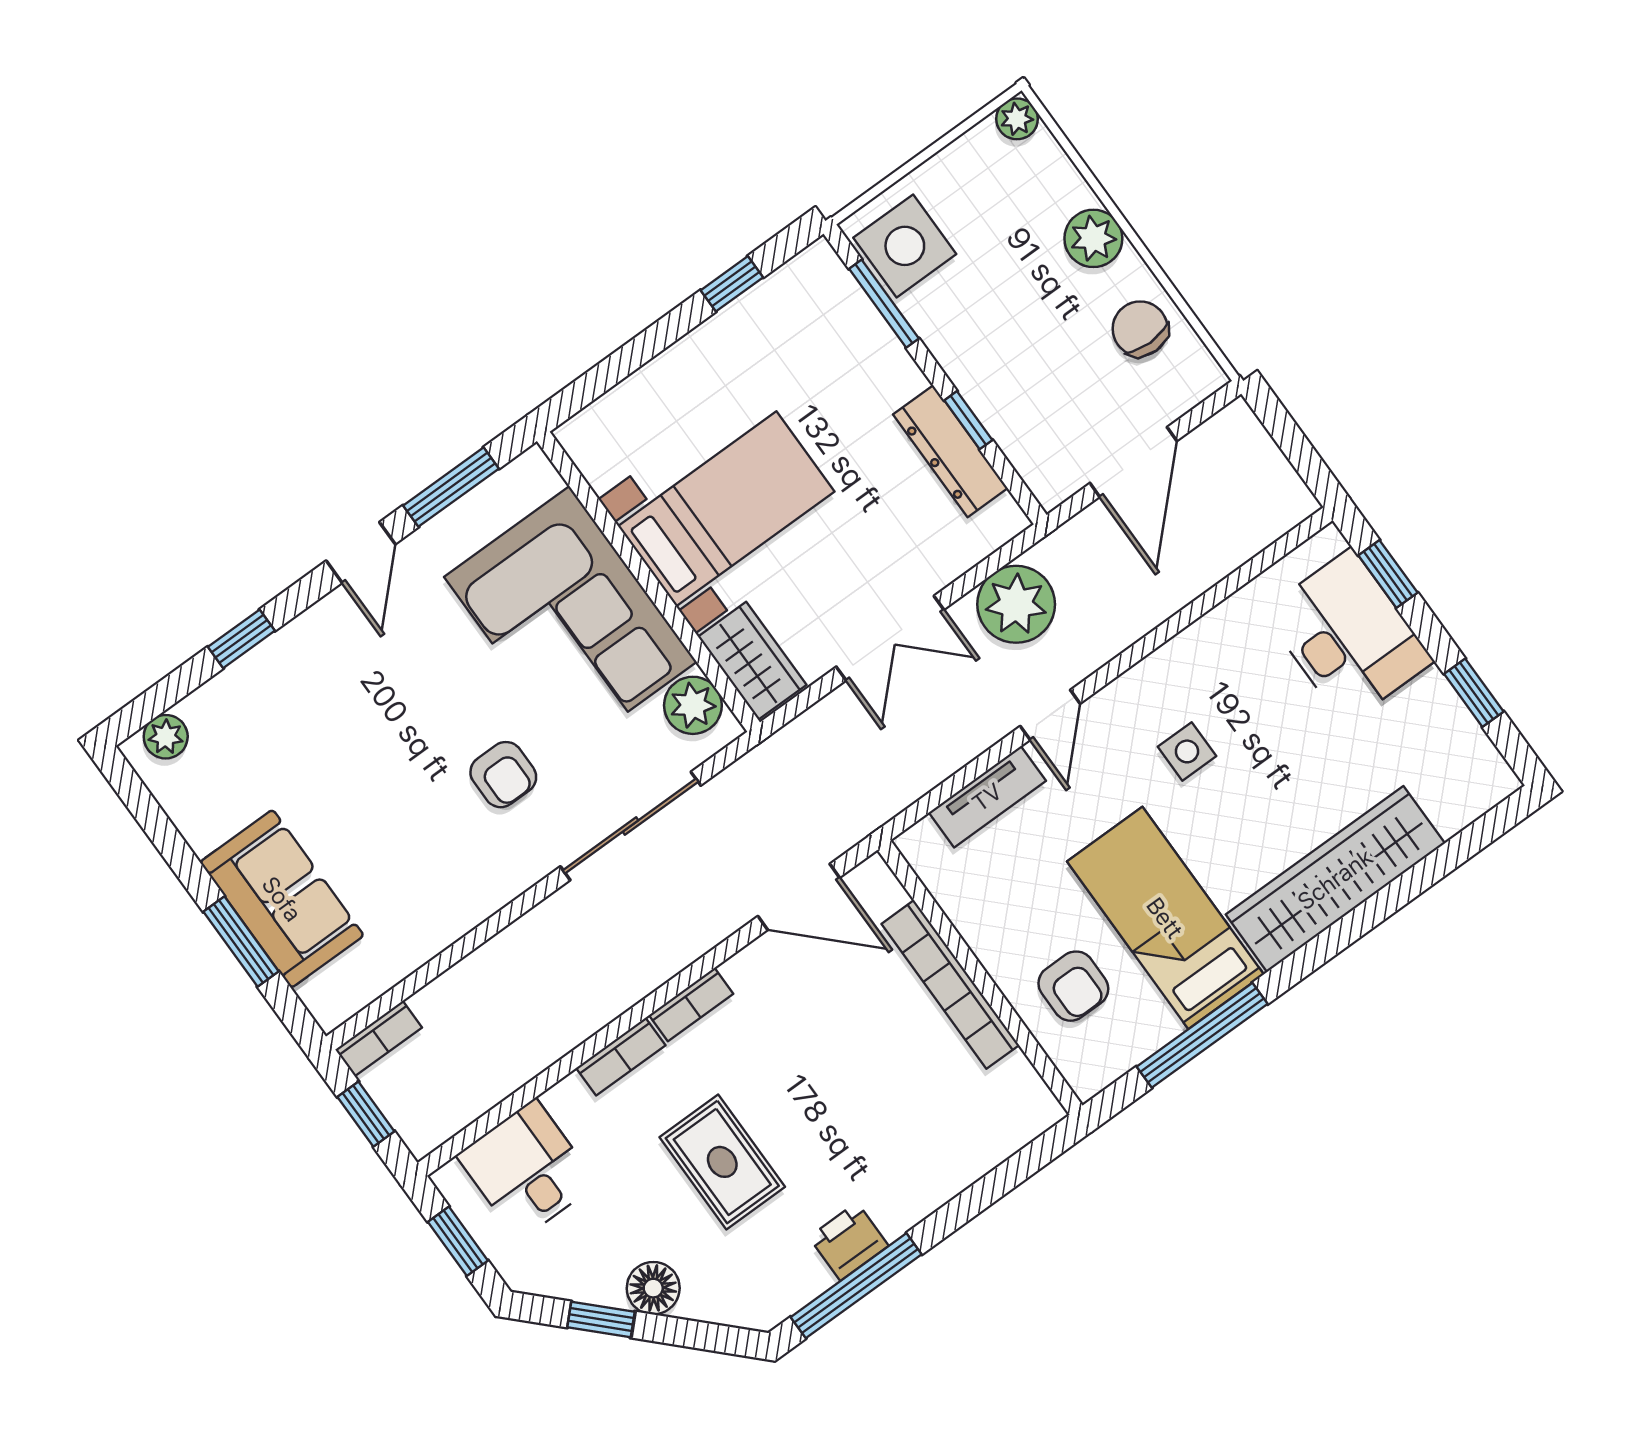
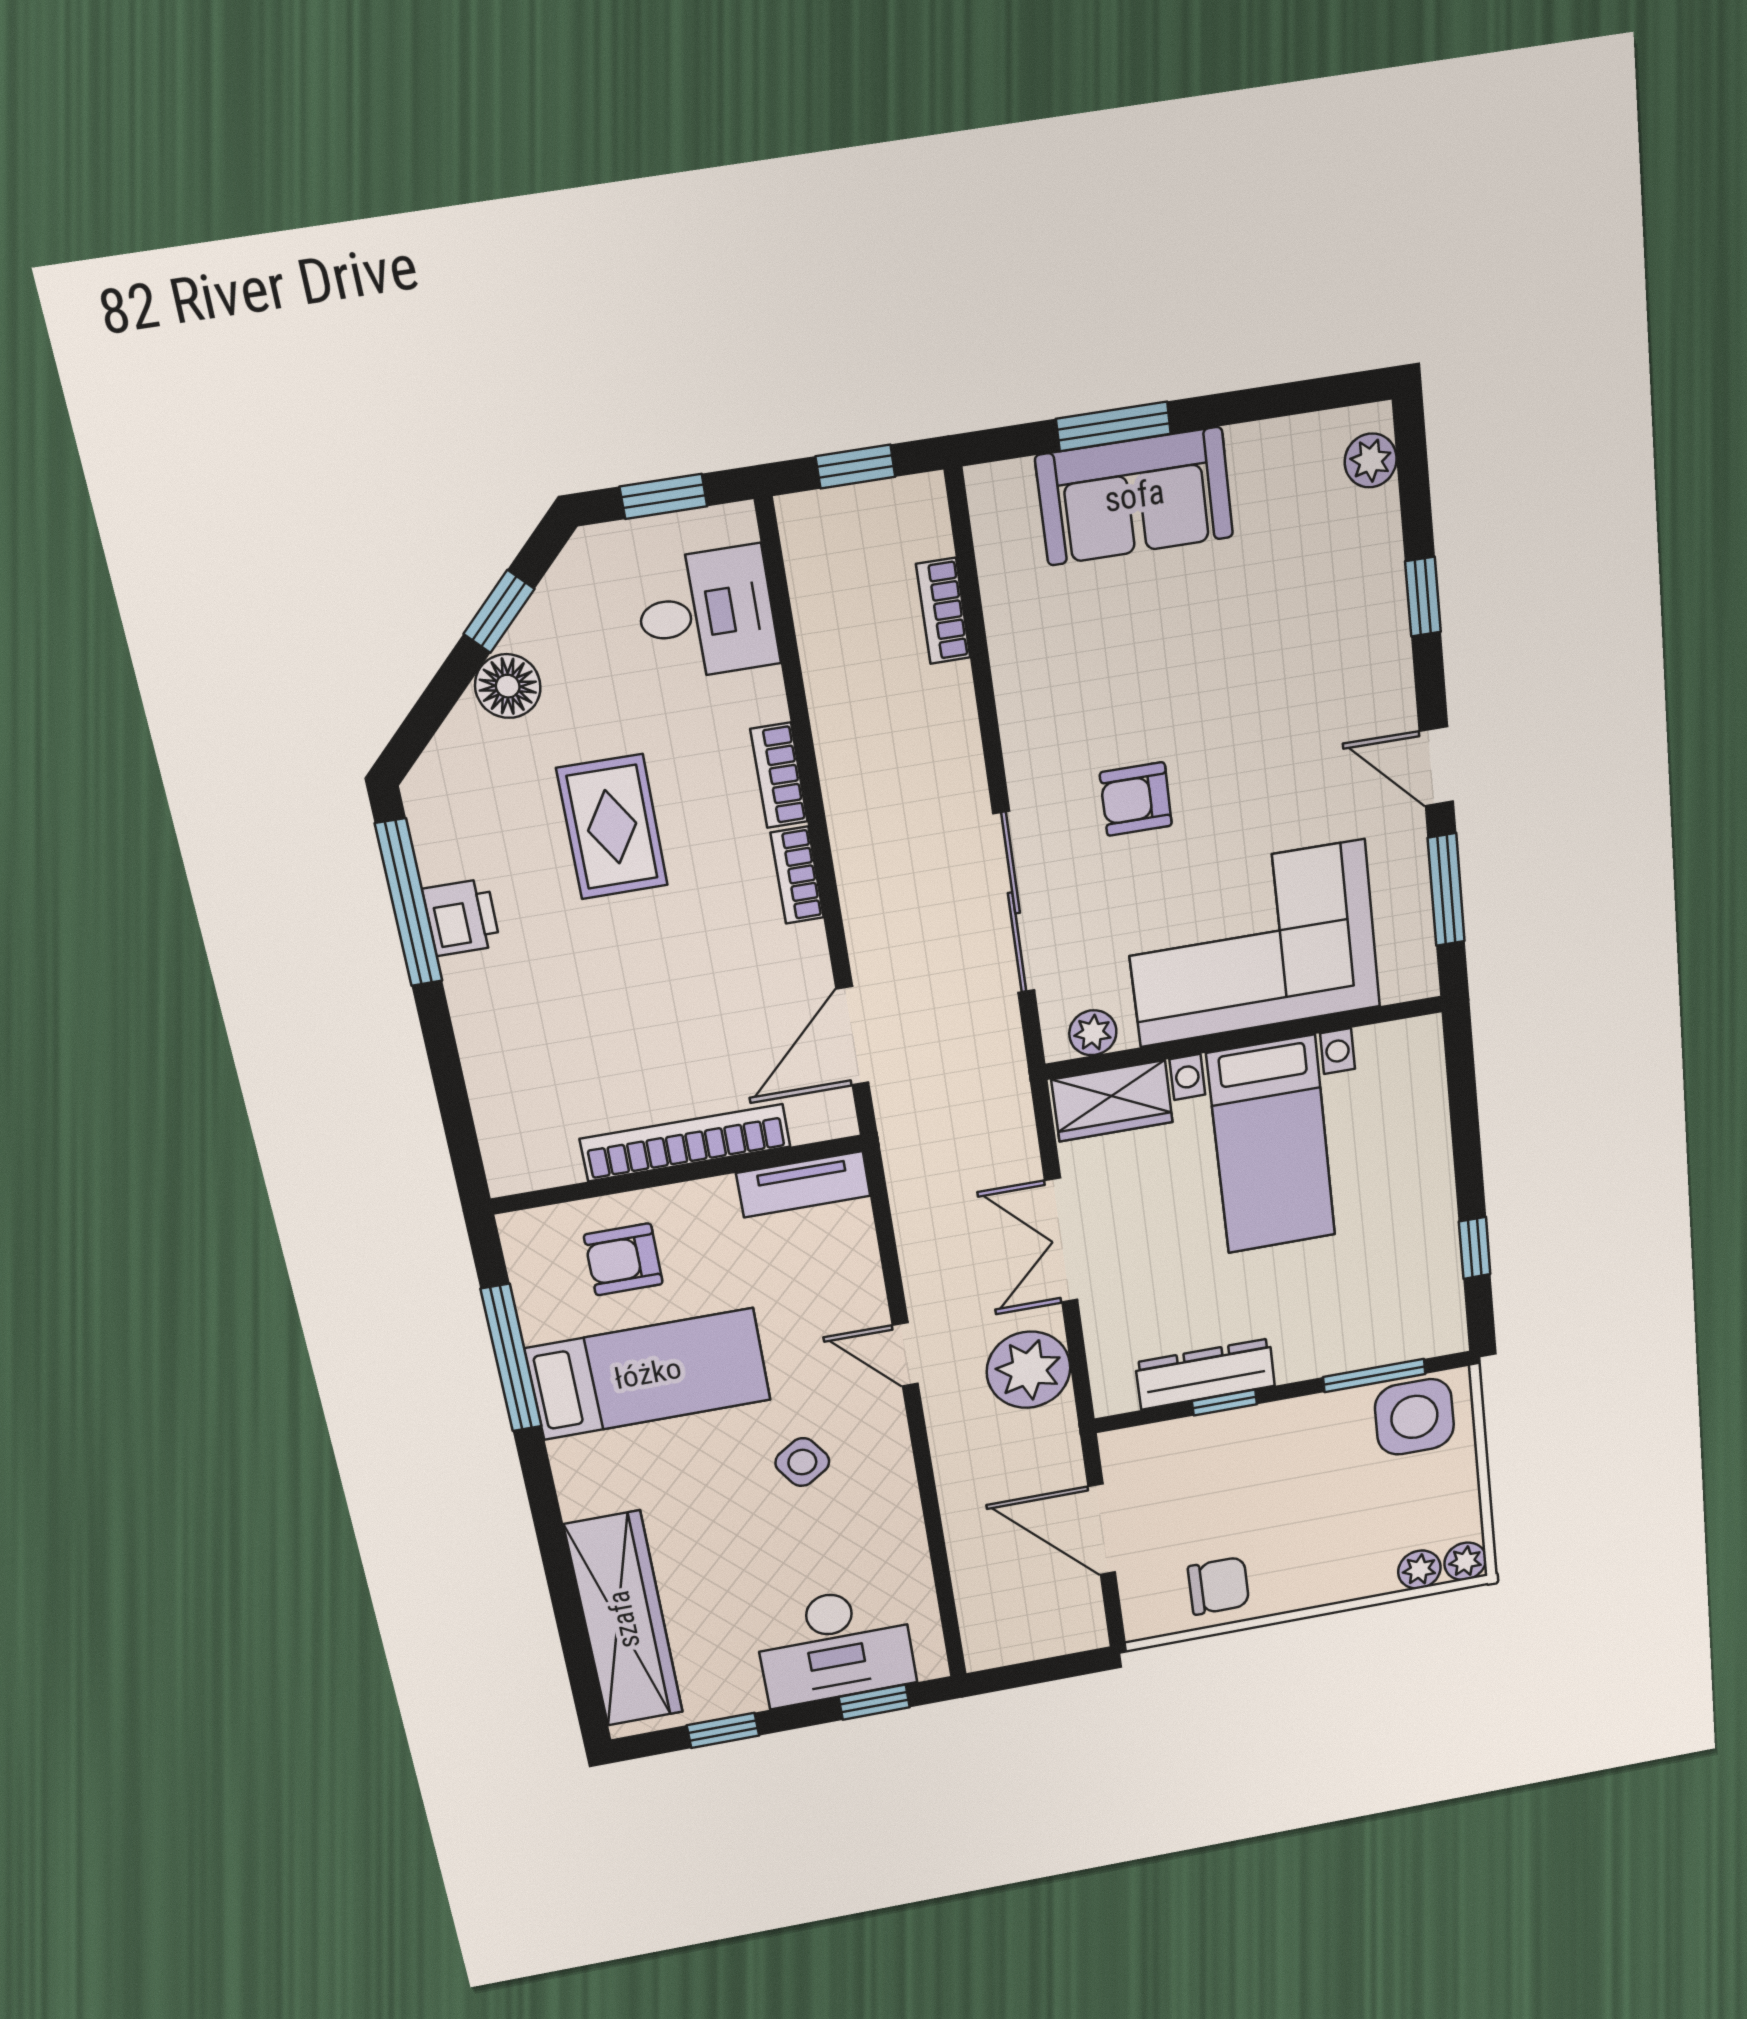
plant: (1093, 238) -> (1419, 1570), moved, width x0.73, depth x0.73
plant: (693, 705) -> (1093, 1033), width x0.73, depth x0.73
side table: (1187, 751) -> (802, 1462), turned -34
tv unit: (987, 797) -> (803, 1184), moved, turned -90
wardrobe: (1335, 879) -> (624, 1619), moved
bookcase: (379, 1038) -> (943, 611), moved
rug: (722, 1162) -> (612, 827), turned 90

